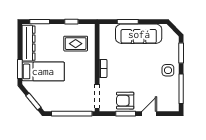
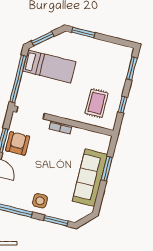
dresser: (29, 43) -> (110, 50), removed
bed: (43, 71) -> (49, 66), moved, turned -90

